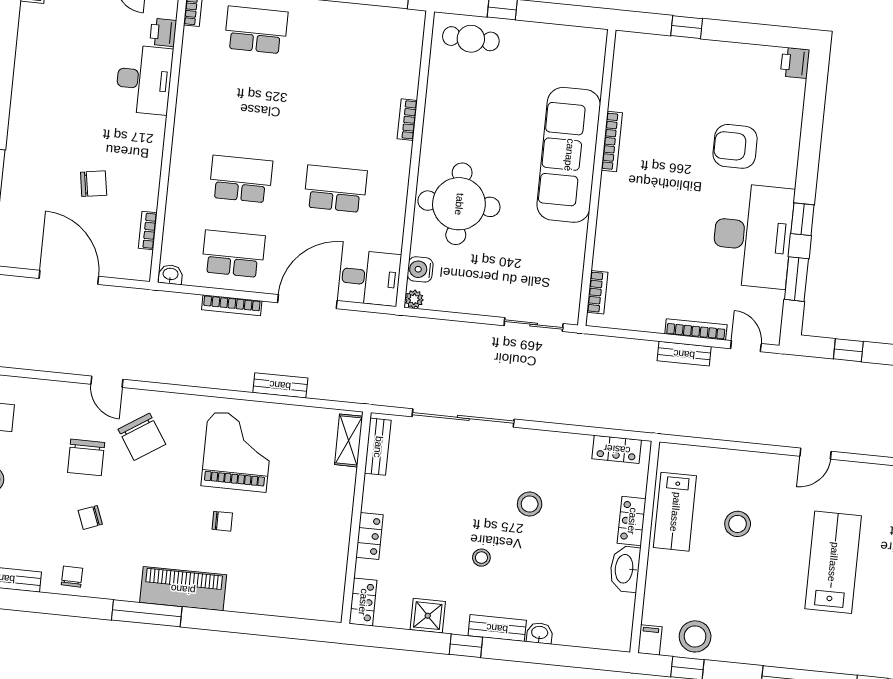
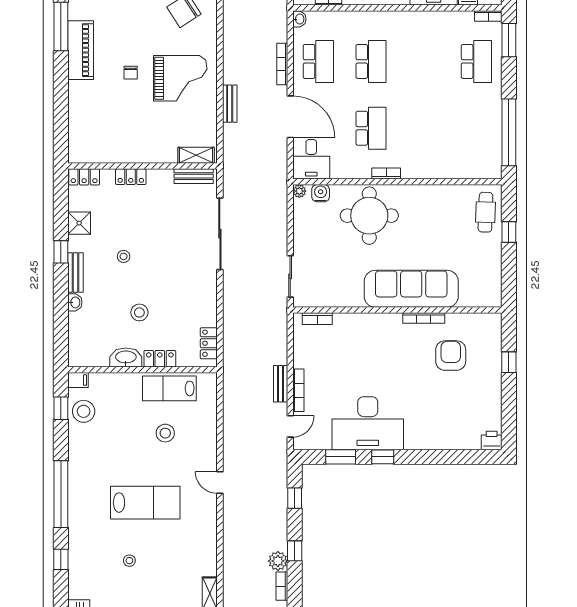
bookcase: (407, 120) -> (386, 174), moved
armchair: (735, 146) -> (451, 356), moved
stool: (530, 504) -> (139, 312), moved

